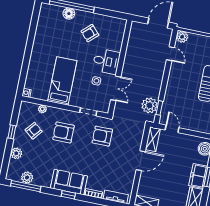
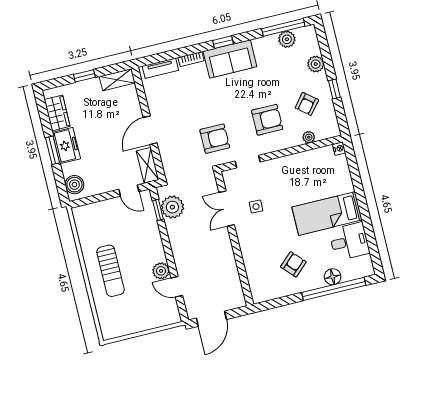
plant: (182, 37) -> (161, 271), moved
desk: (106, 61) -> (349, 241), moved, turned 180
bed: (62, 81) -> (327, 214), moved, turned 90

